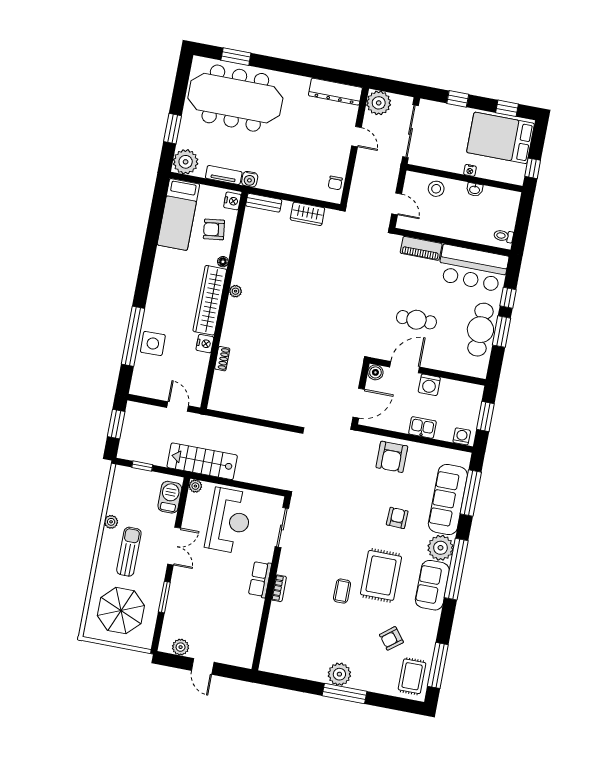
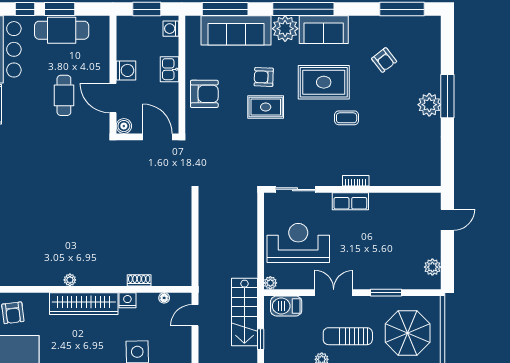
floor lamp: (223, 262) -> (164, 298), moved
stairs: (202, 461) -> (244, 312), moved
door: (203, 666) -> (447, 220), moved
rug: (412, 676) -> (266, 107), moved

